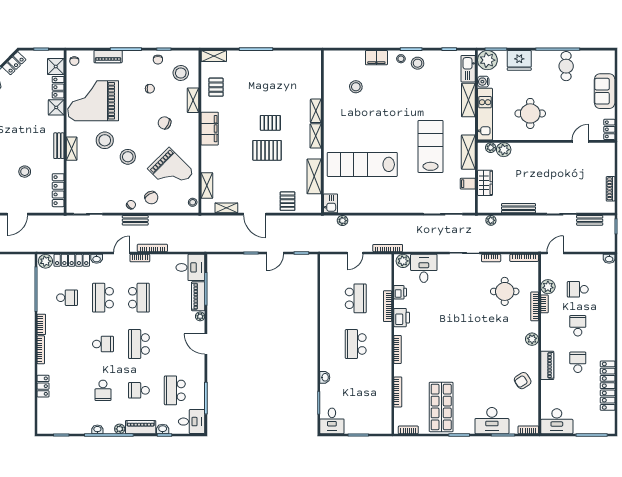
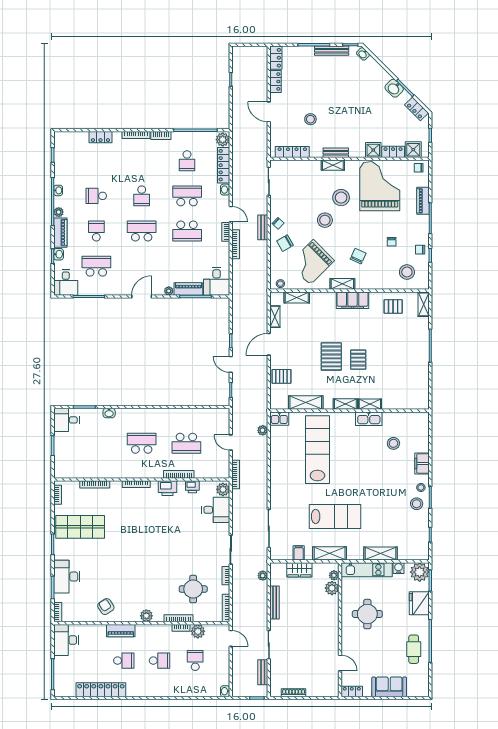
cafe table: (566, 66) -> (414, 649), turned 90
kitchen sink: (468, 69) -> (369, 419), moved, turned 180
shelving: (193, 100) -> (342, 284), moved

